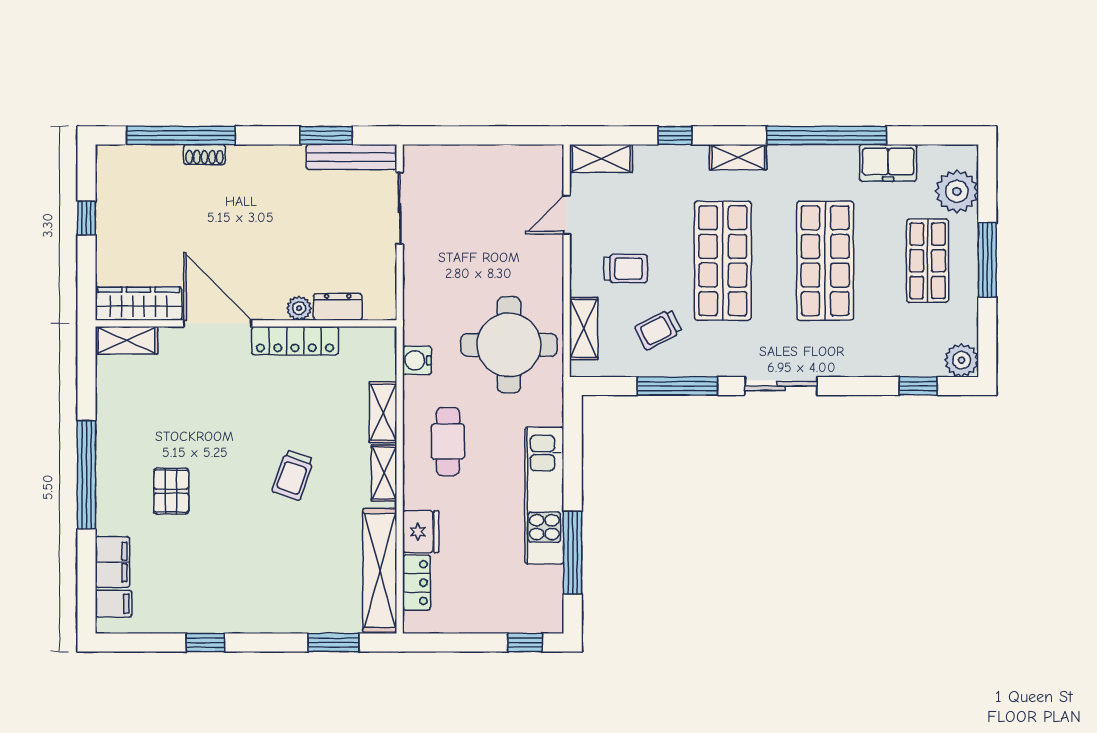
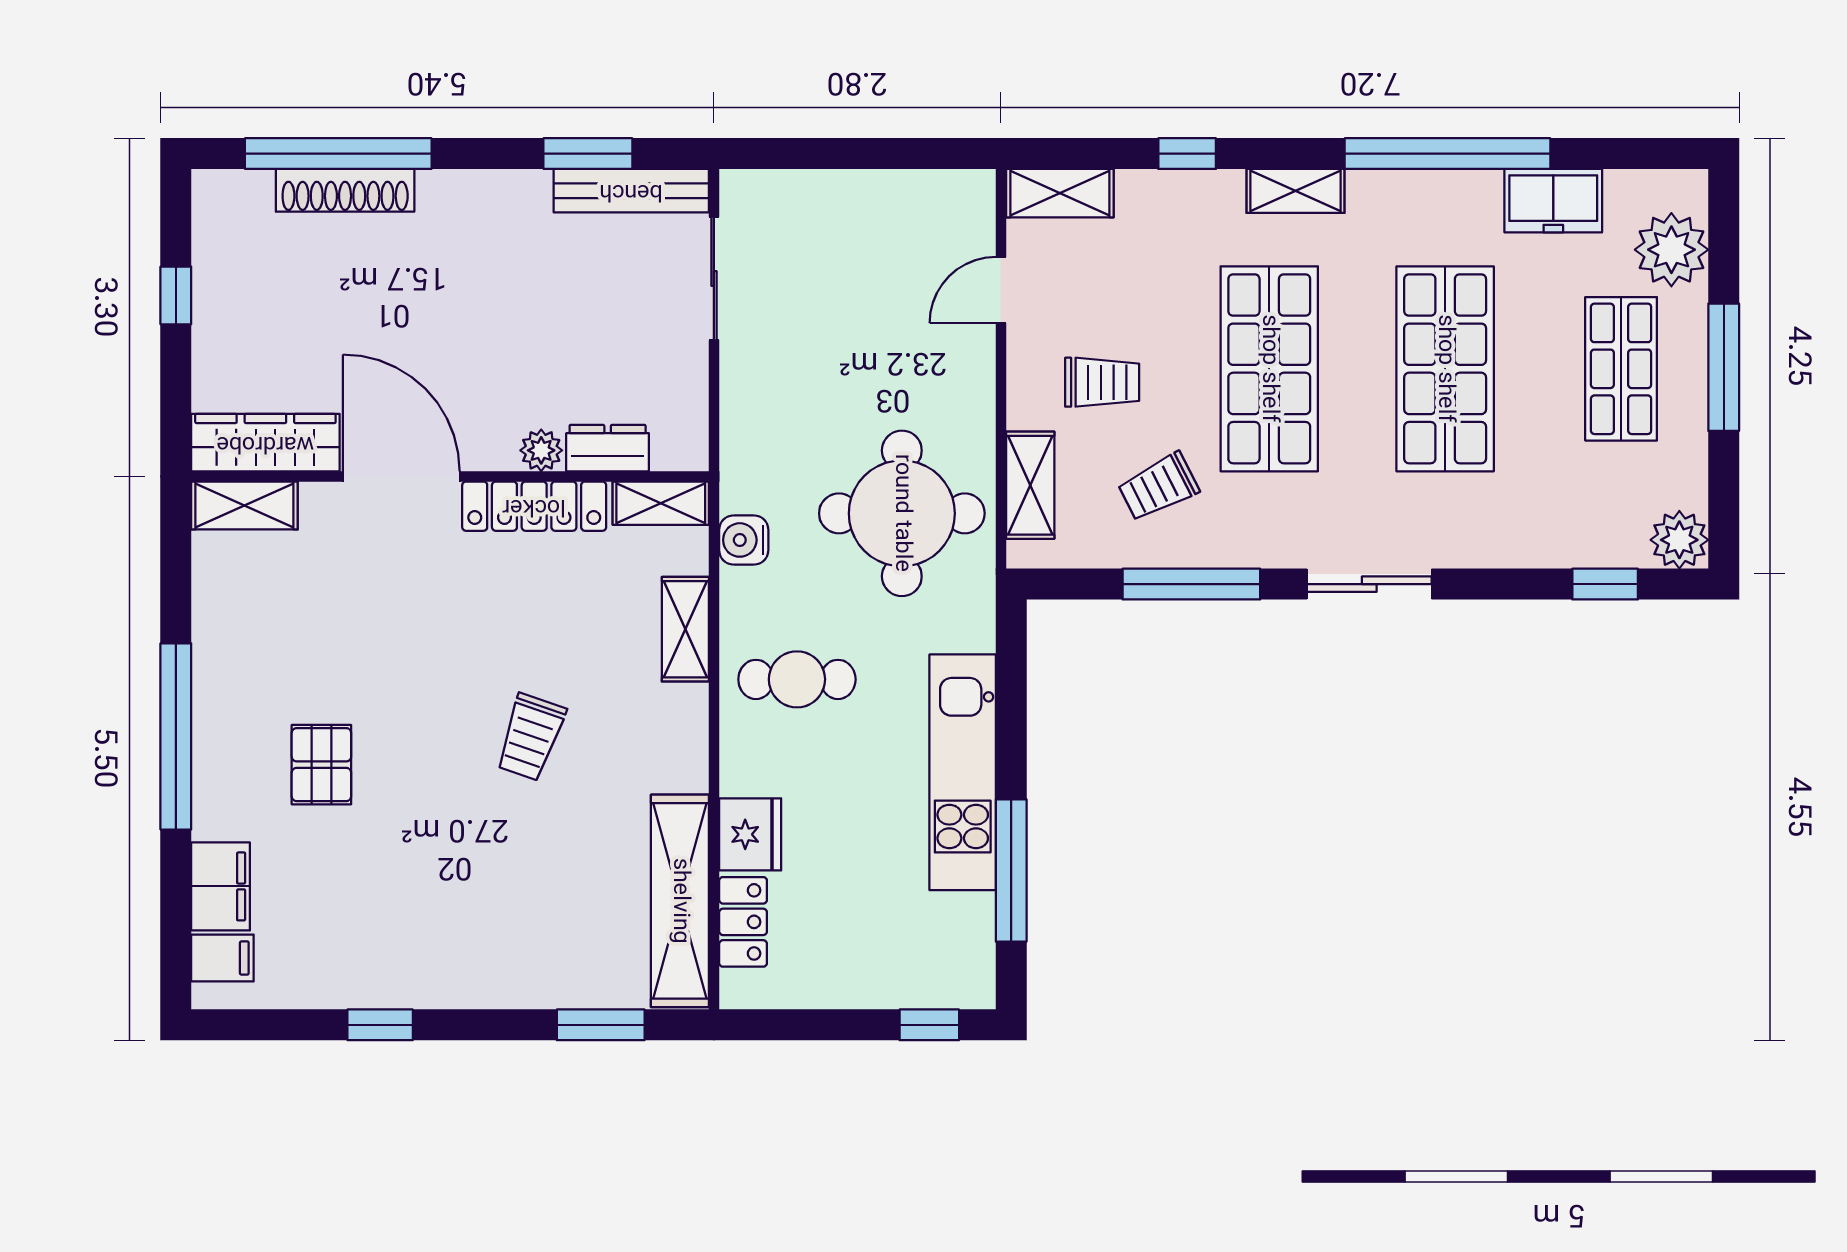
shoe rack: (204, 154) -> (345, 190), width x1.94, depth x1.24
cafe table: (448, 441) -> (797, 679), turned 90
shelving: (384, 473) -> (661, 503), moved, turned 90

